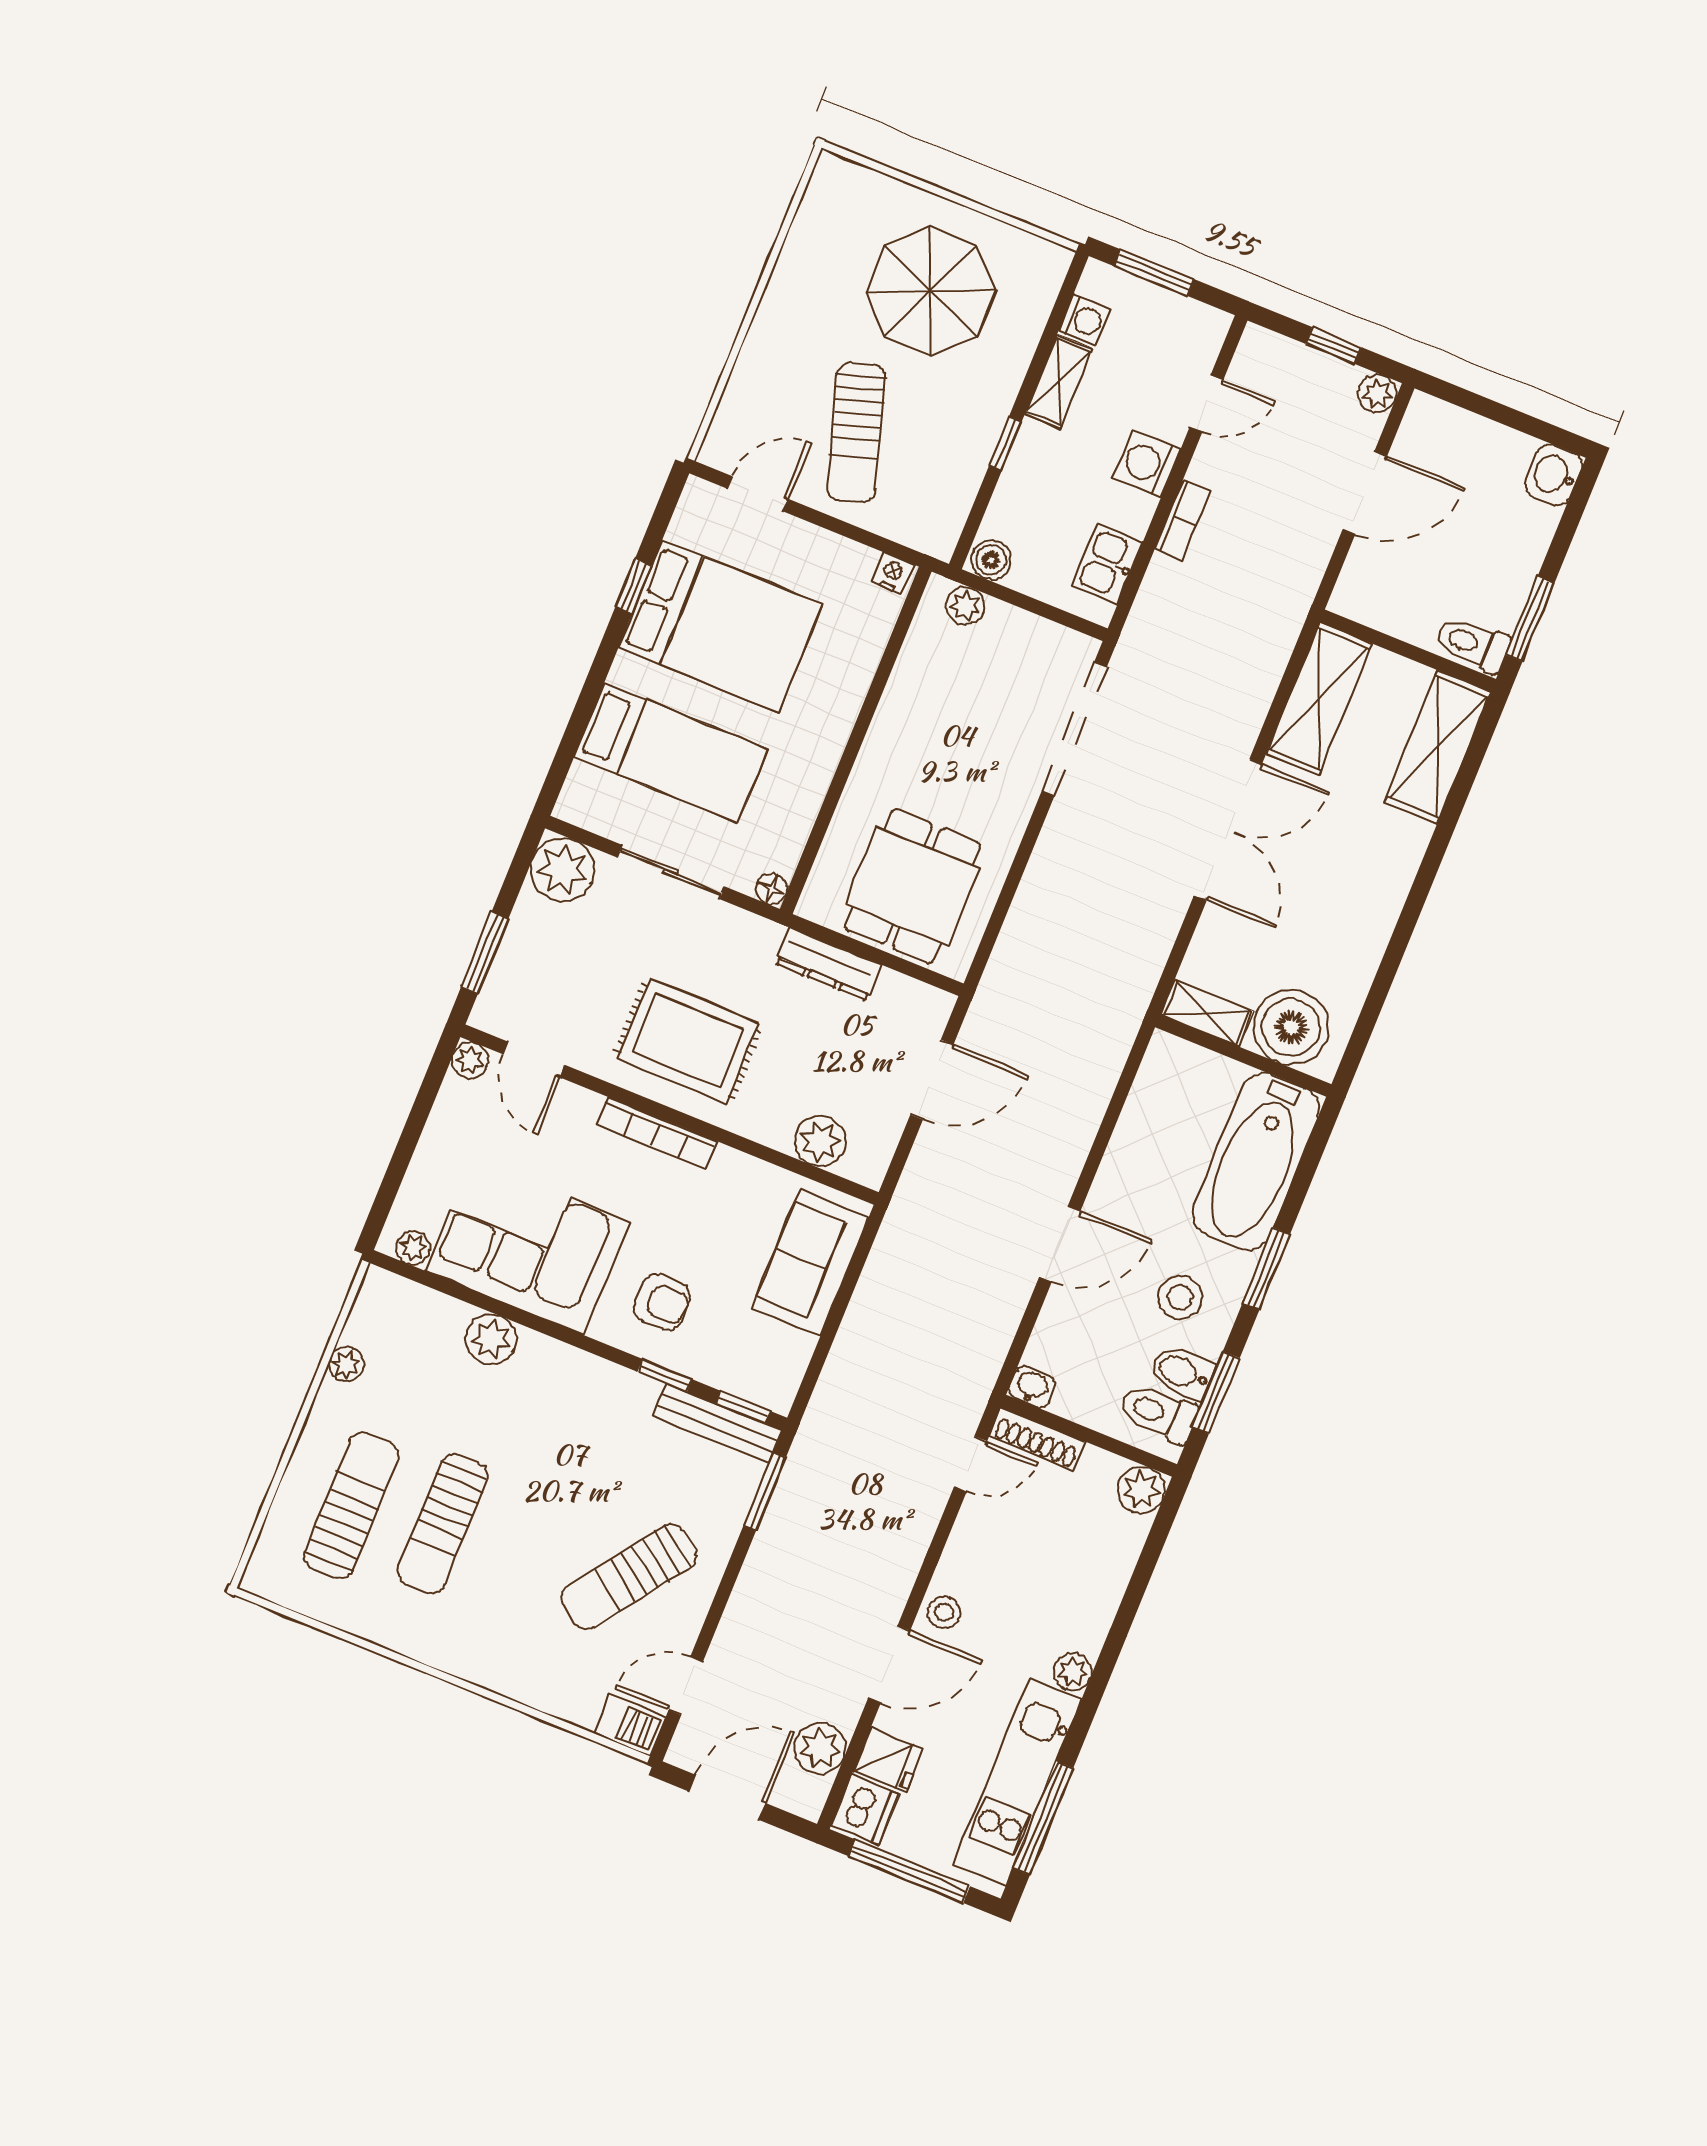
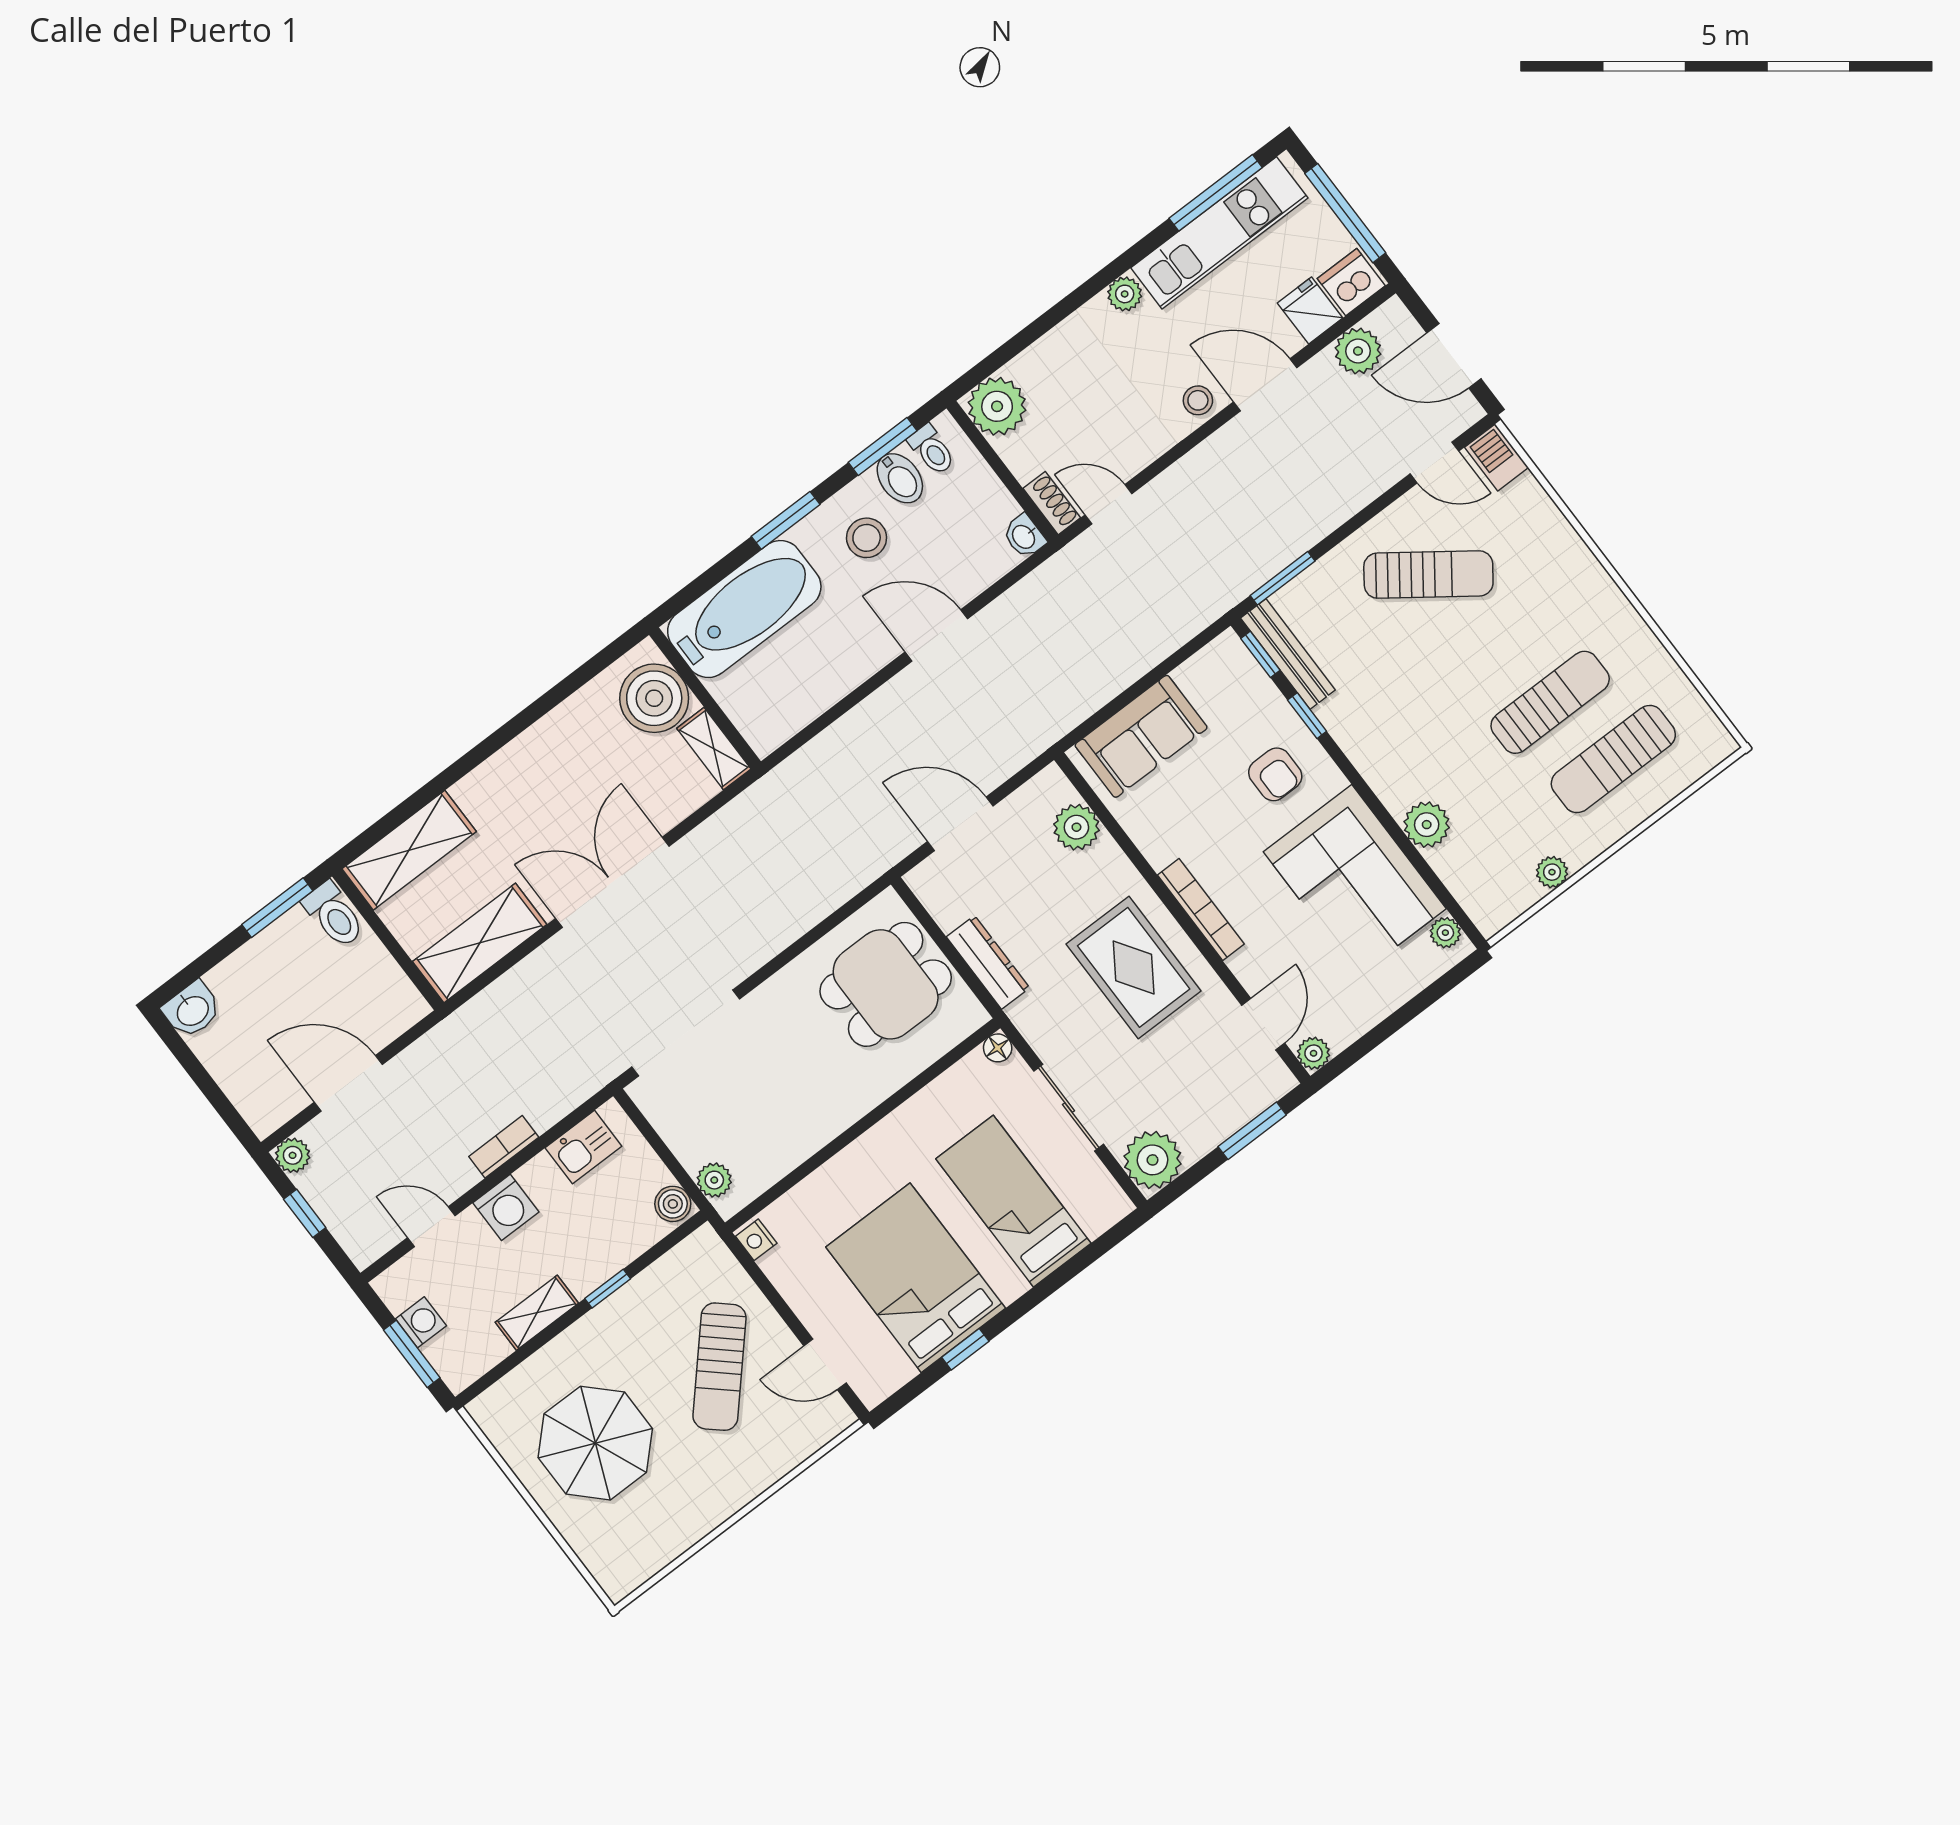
washing machine: (1084, 320) -> (421, 1322), moved, turned 90
sun lounger: (856, 432) -> (719, 1367), turned 149
armchair: (662, 1302) -> (1275, 774), turned 180
toilet: (1158, 1413) -> (932, 450), width x0.73, depth x0.72
shoe rack: (1037, 1439) -> (1052, 503), width x0.70
plant: (1141, 1490) -> (997, 406), width x1.36, depth x1.36

